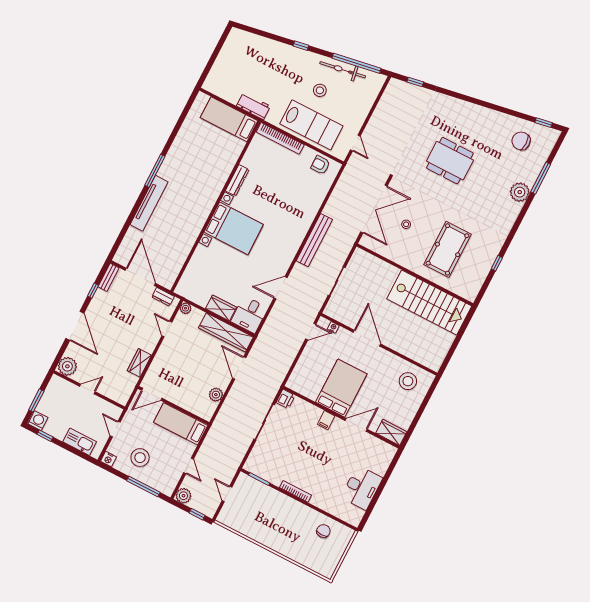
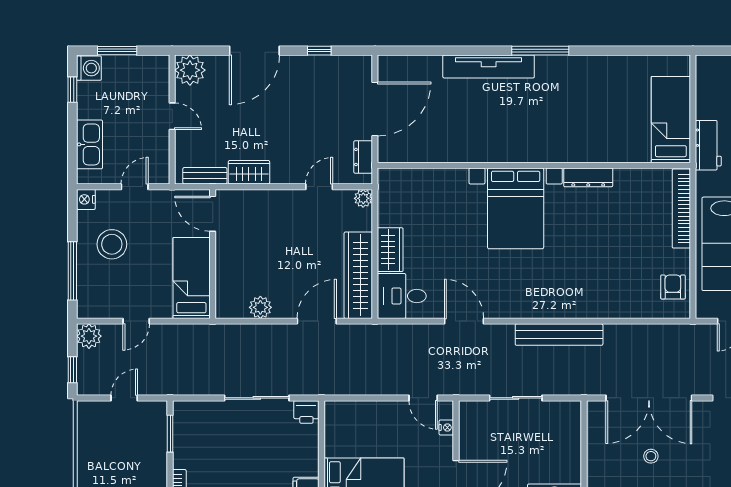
bench: (109, 277) -> (205, 176), moved

